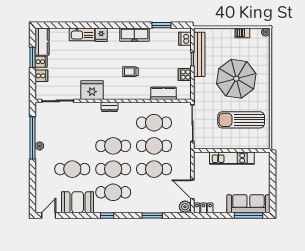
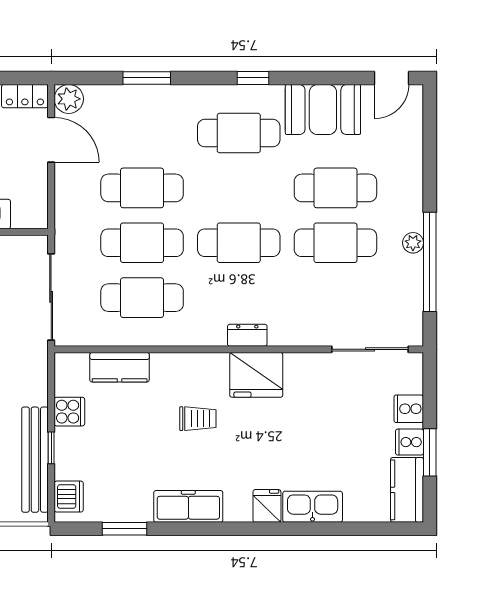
fridge: (92, 90) -> (256, 375), moved
cafe table: (113, 169) -> (335, 243), moved

